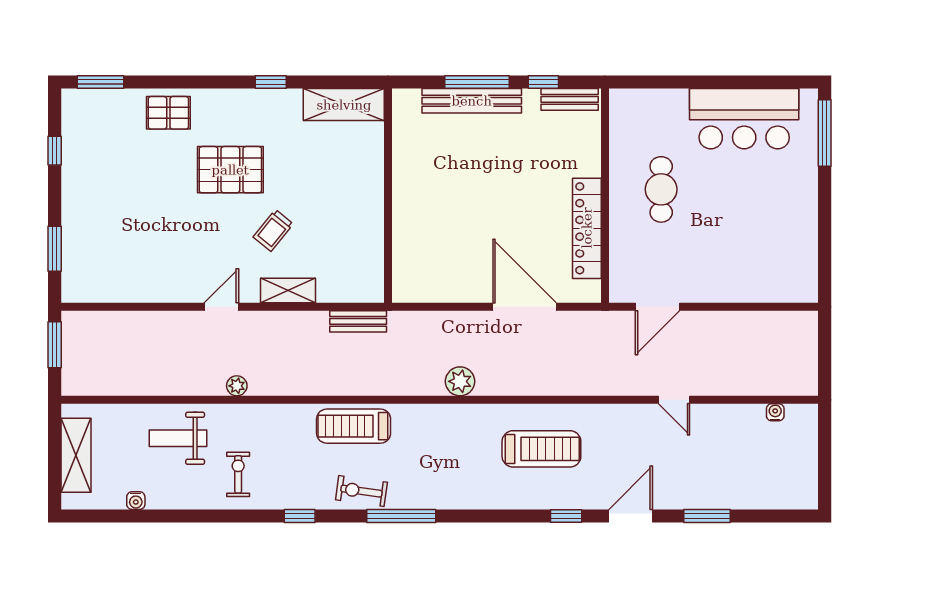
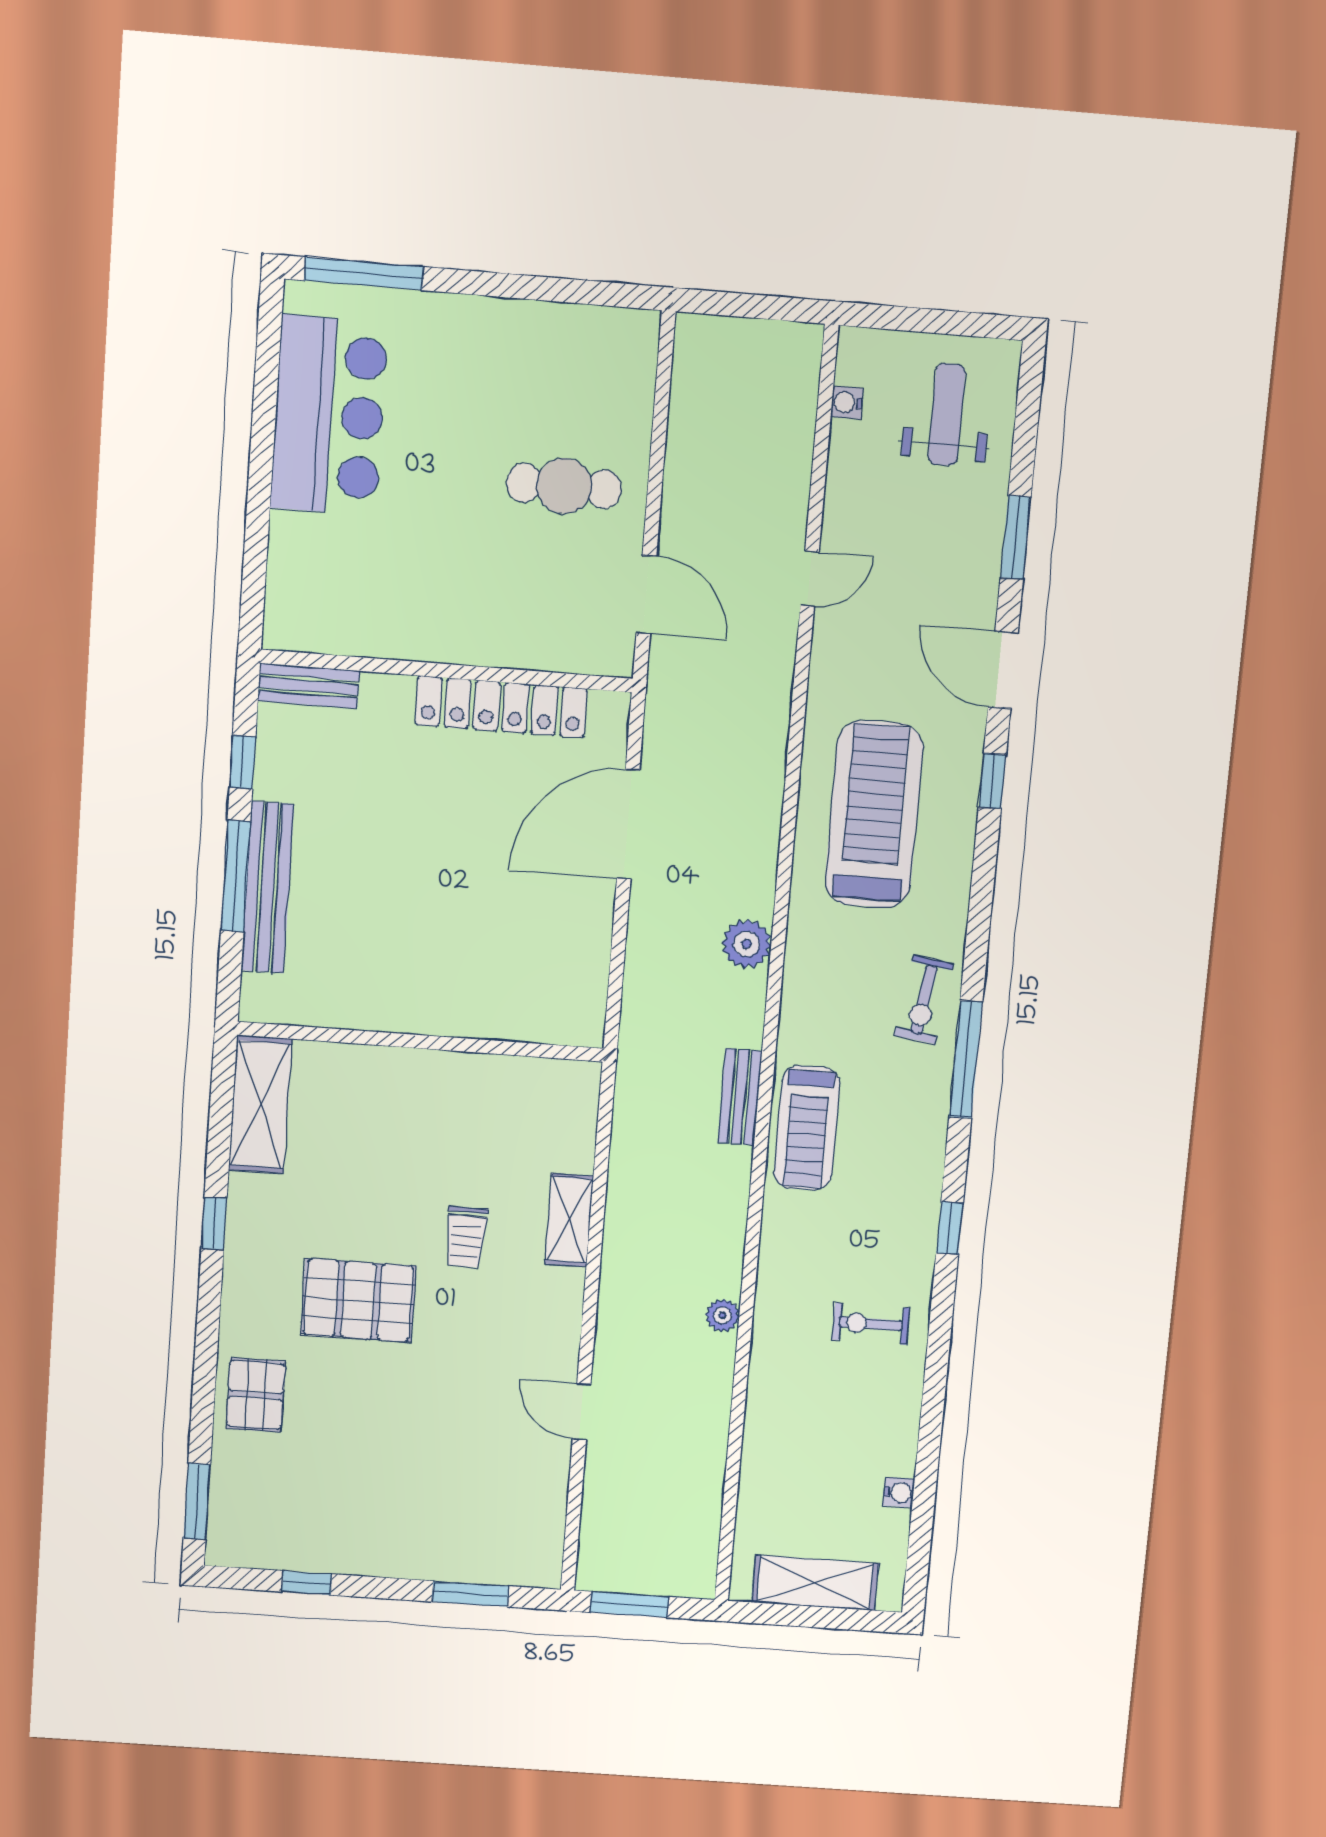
bench: (570, 99) -> (309, 686), moved, turned 90
pallet: (230, 170) -> (358, 1300), turned 90
cafe table: (661, 189) -> (564, 486), moved
trolley: (273, 230) -> (466, 1237), turned 52
door: (221, 307) -> (582, 1411), moved
bench: (358, 321) -> (740, 1097), moved
weight bench: (178, 438) -> (947, 414), moved, turned 180
treadmill: (541, 449) -> (874, 814), width x1.37, depth x1.38
exercise bike: (361, 491) -> (924, 1000), moved

